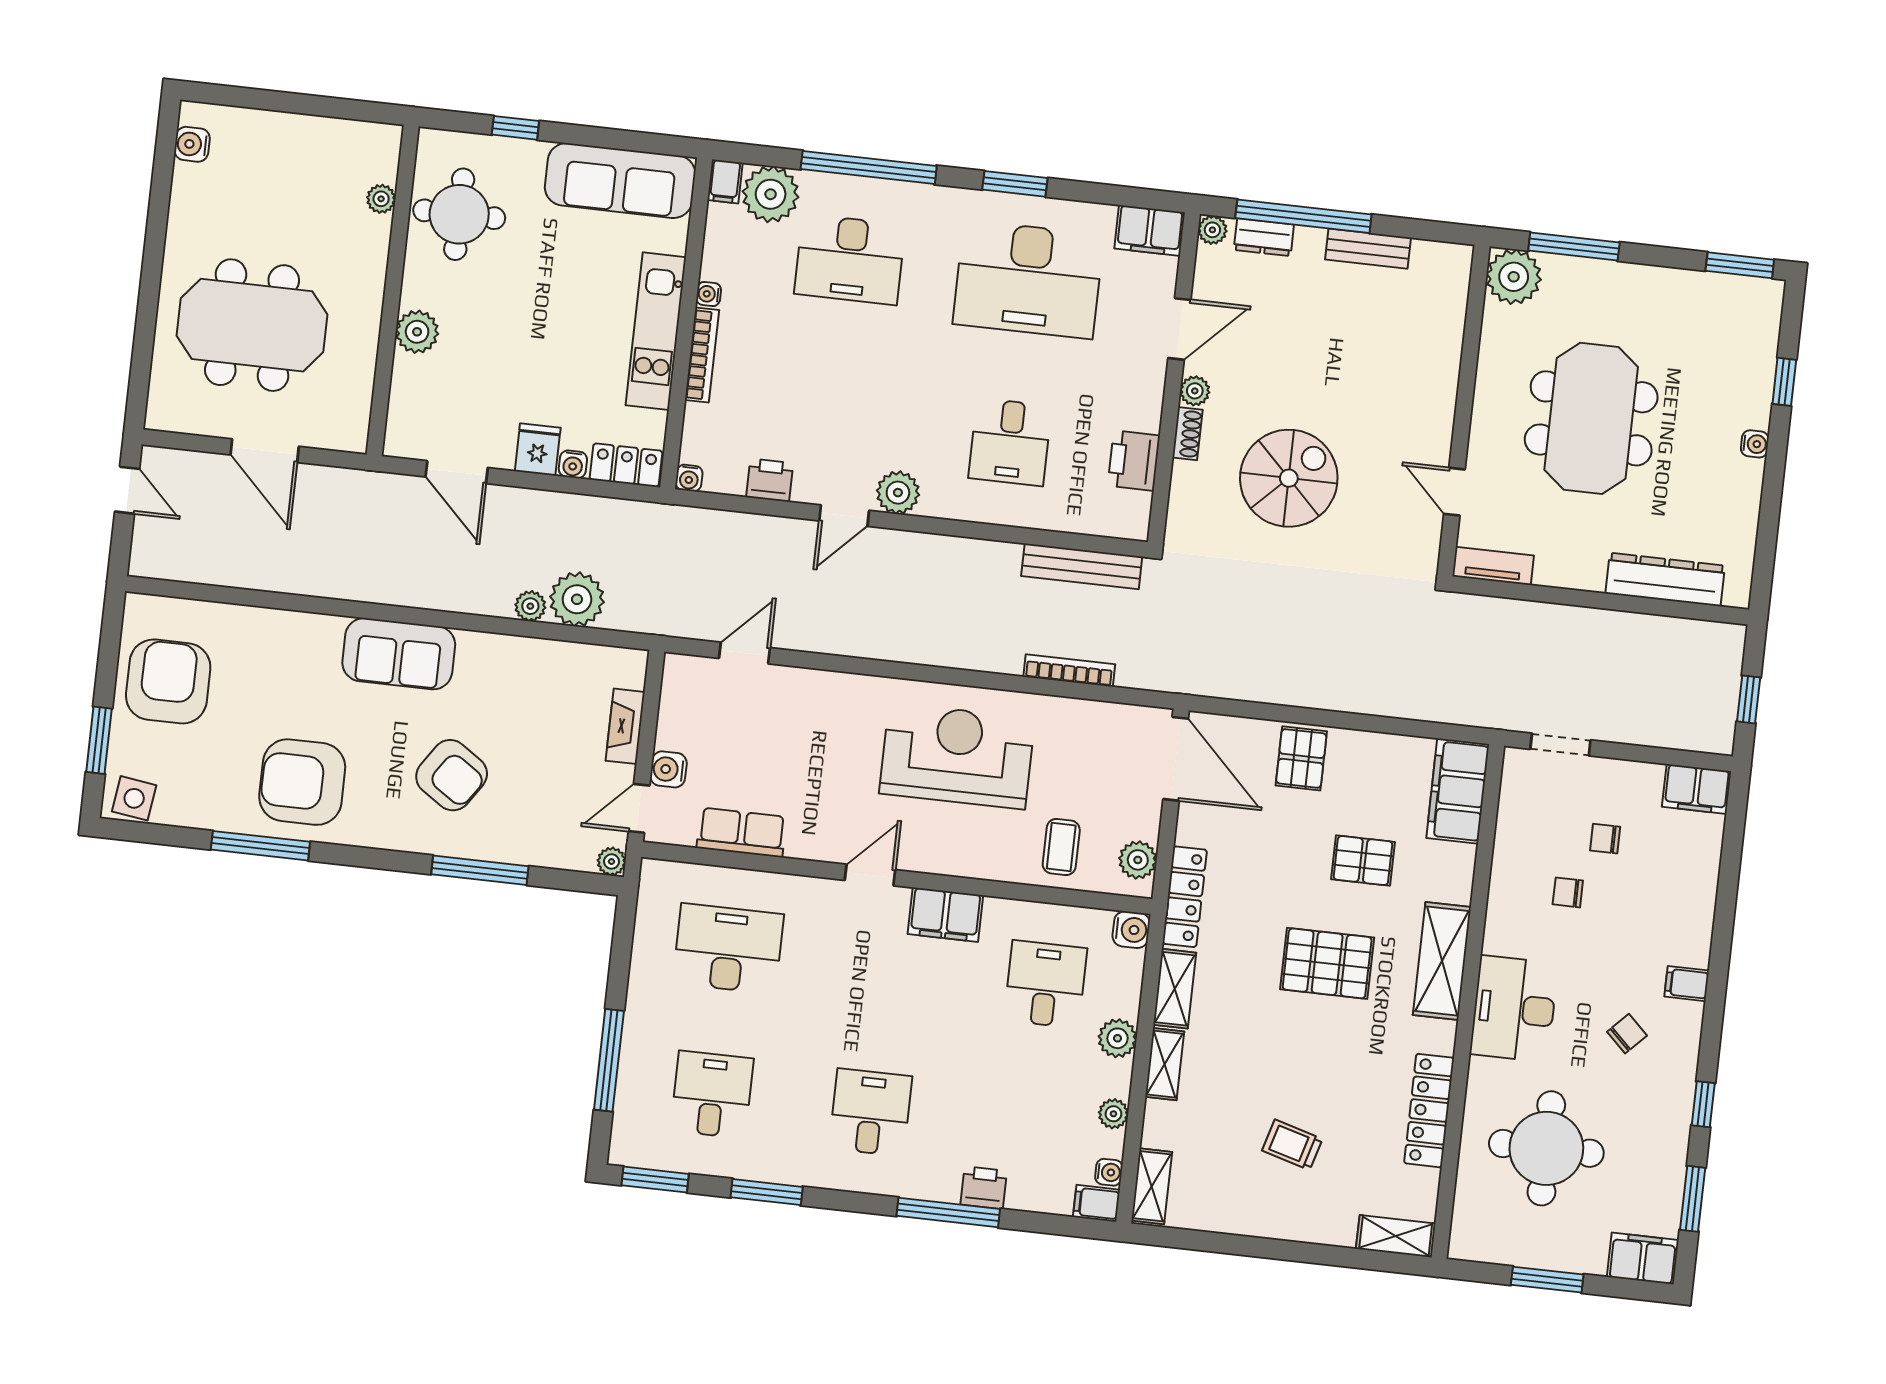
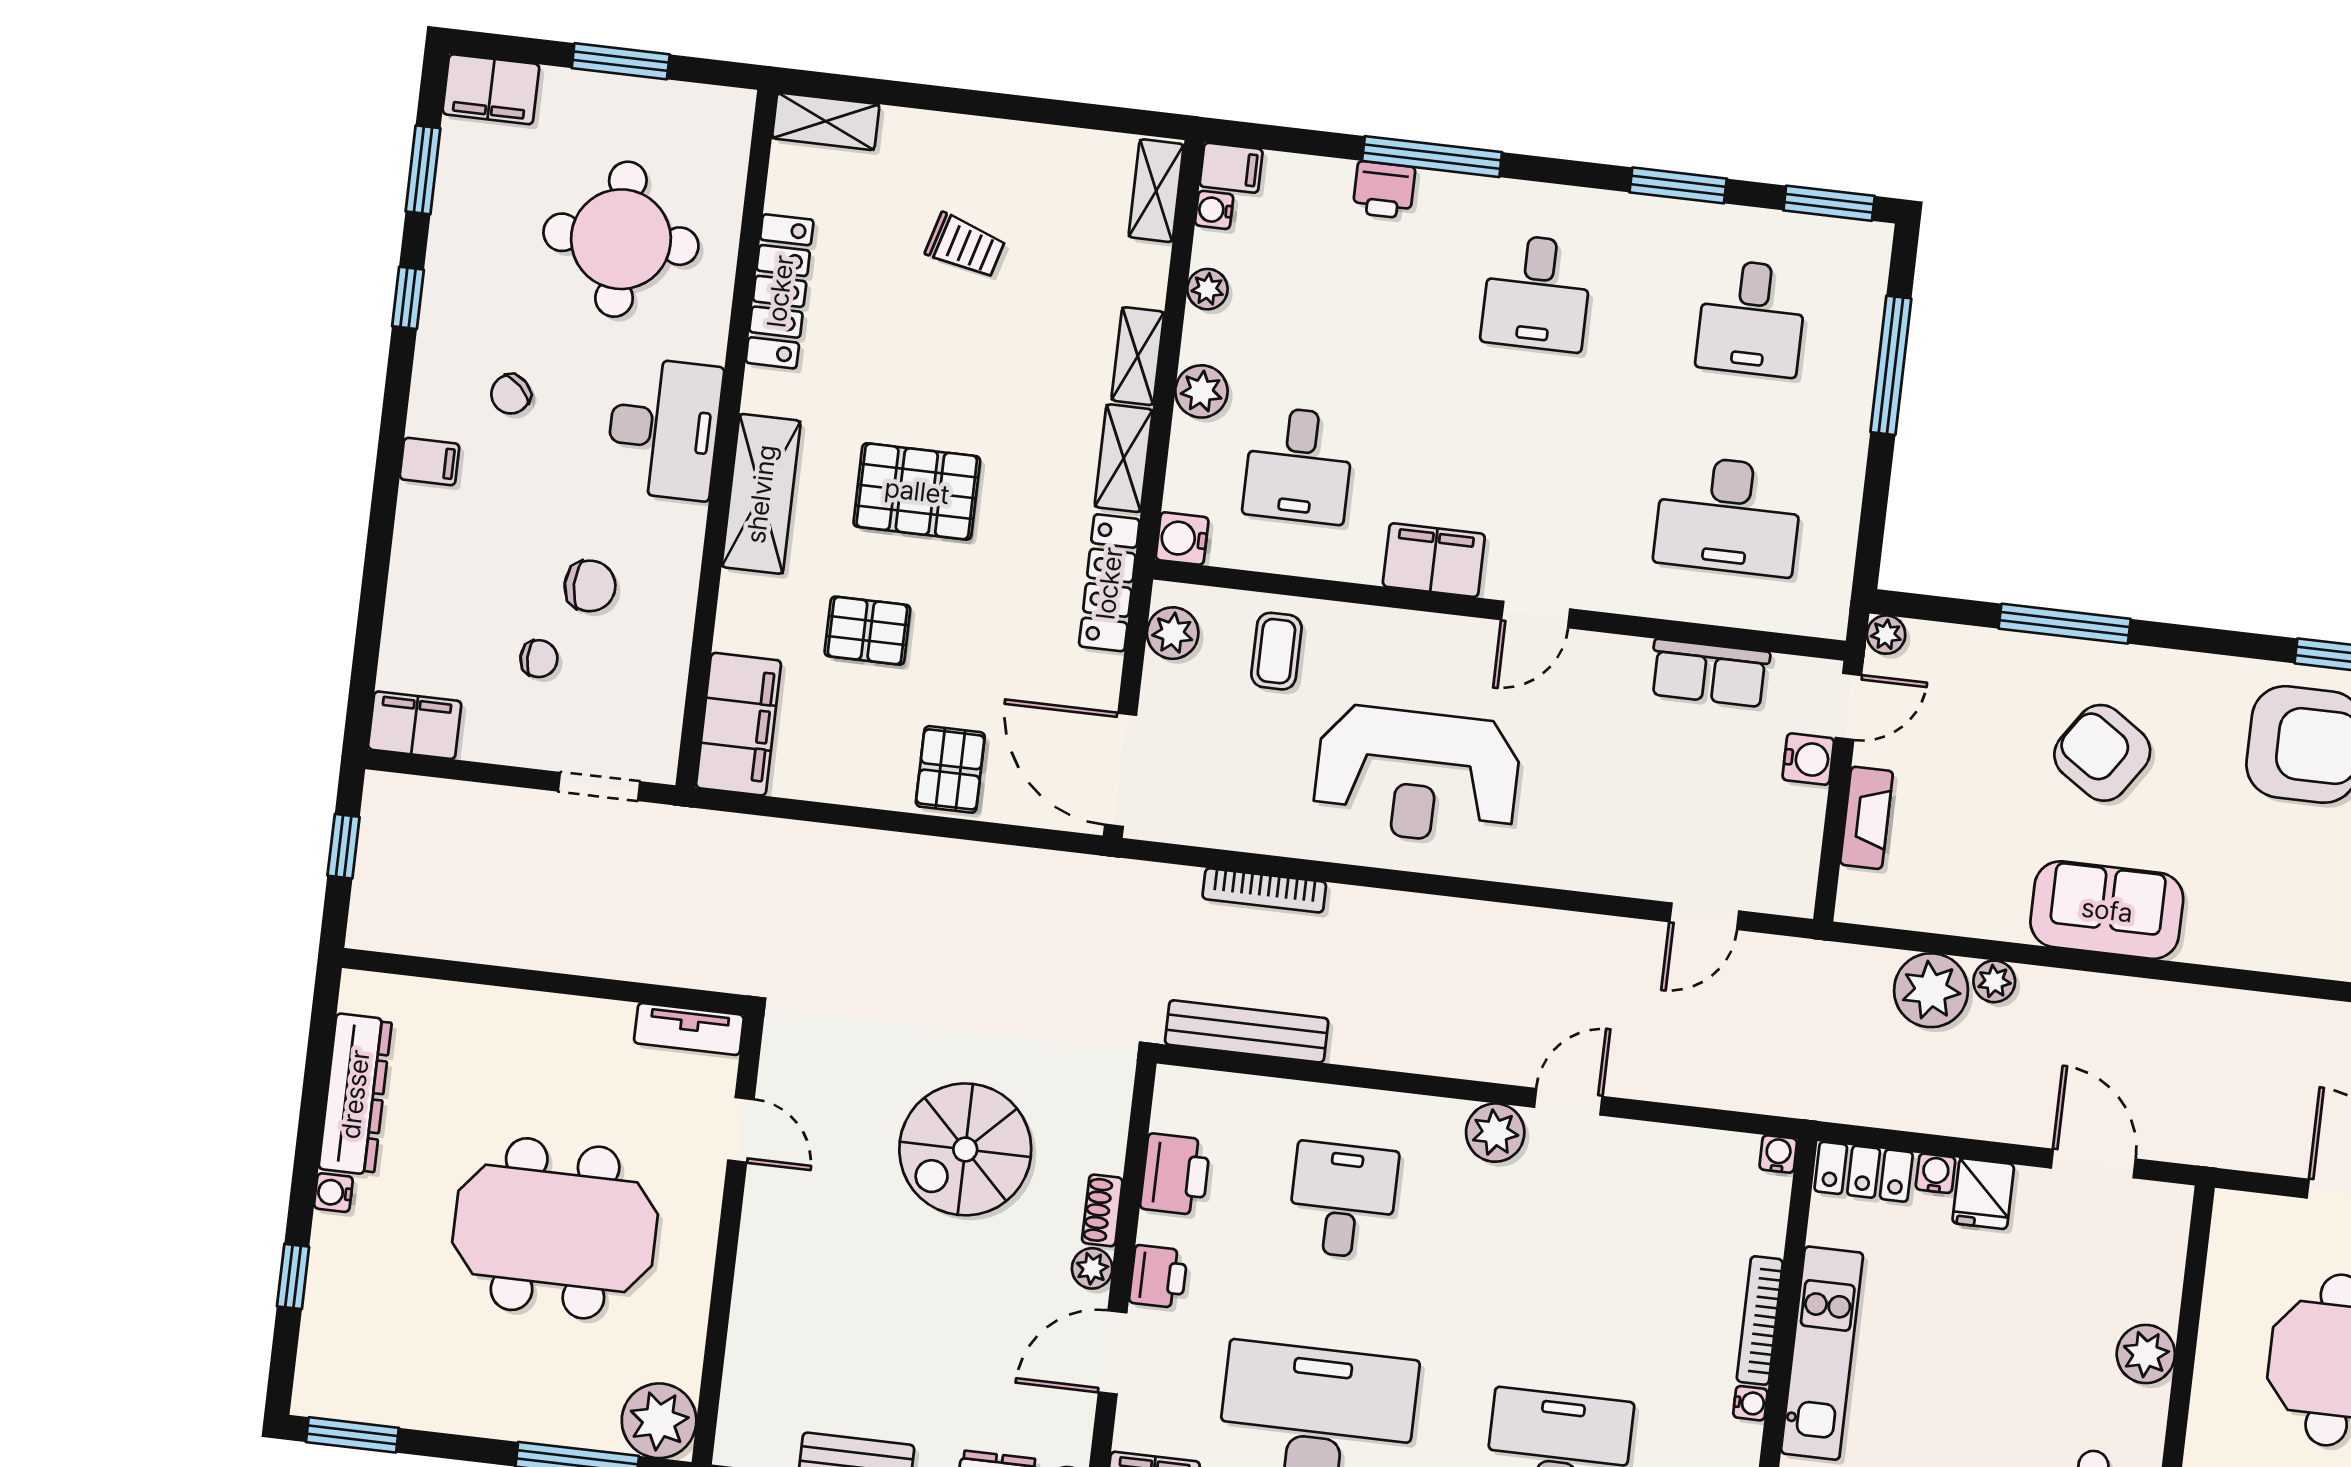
meeting table: (1591, 418) -> (555, 1228), turned 90
printer: (770, 480) -> (1158, 1277), moved, turned -90
dresser: (1665, 580) -> (355, 1094), moved, turned -90
sofa: (399, 654) -> (2107, 910), moved
chair: (1568, 892) -> (590, 586), width x1.37, depth x1.37

